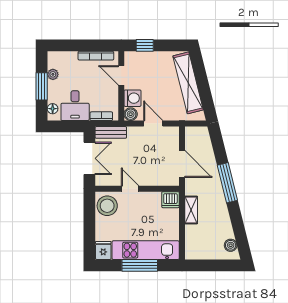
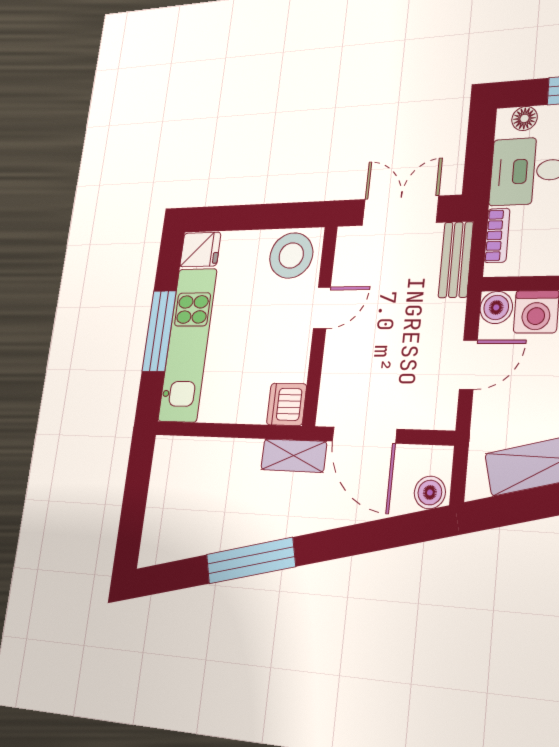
double door: (89, 158) -> (400, 211), swing flipped
door: (182, 164) -> (364, 435), hinge flipped
window: (227, 183) -> (251, 560), moved
shelving: (191, 210) -> (294, 456), moved
boiler: (231, 245) -> (430, 492), moved

